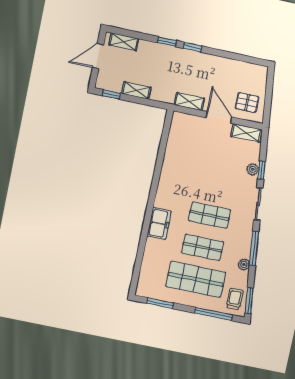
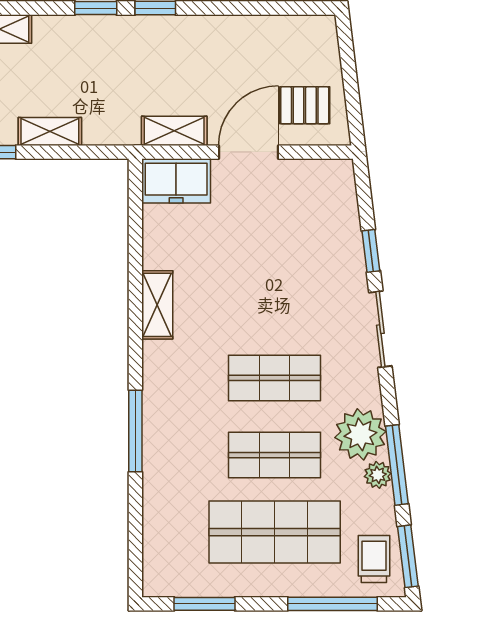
door: (219, 117) -> (248, 152), hinge flipped
shelving: (246, 133) -> (157, 305), moved, turned 90
plant: (253, 169) -> (360, 434), moved, width x1.87, depth x1.87
freezer: (159, 223) -> (176, 181), moved, turned 90
window: (146, 225) -> (135, 431), added
window: (254, 248) -> (397, 465), moved

